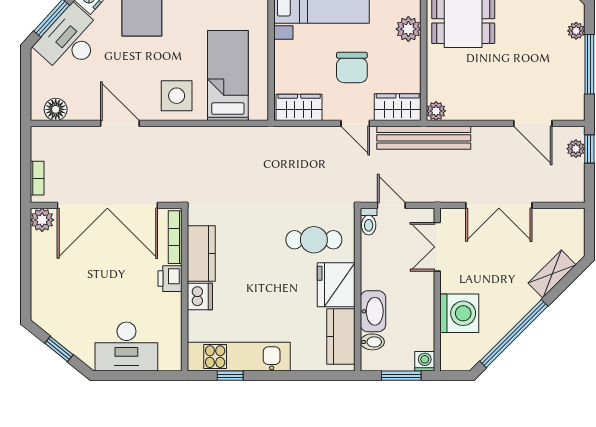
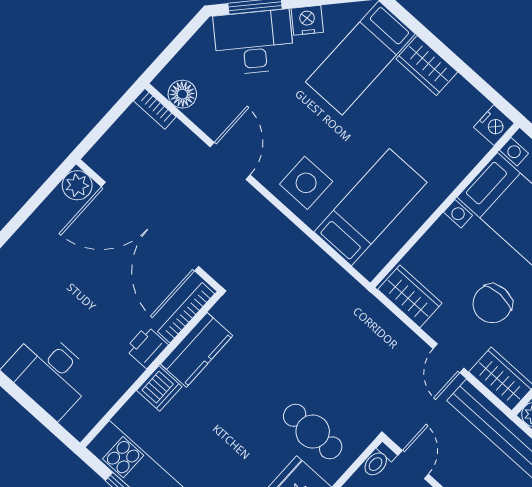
bookcase: (37, 178) -> (155, 109), moved, turned 90

